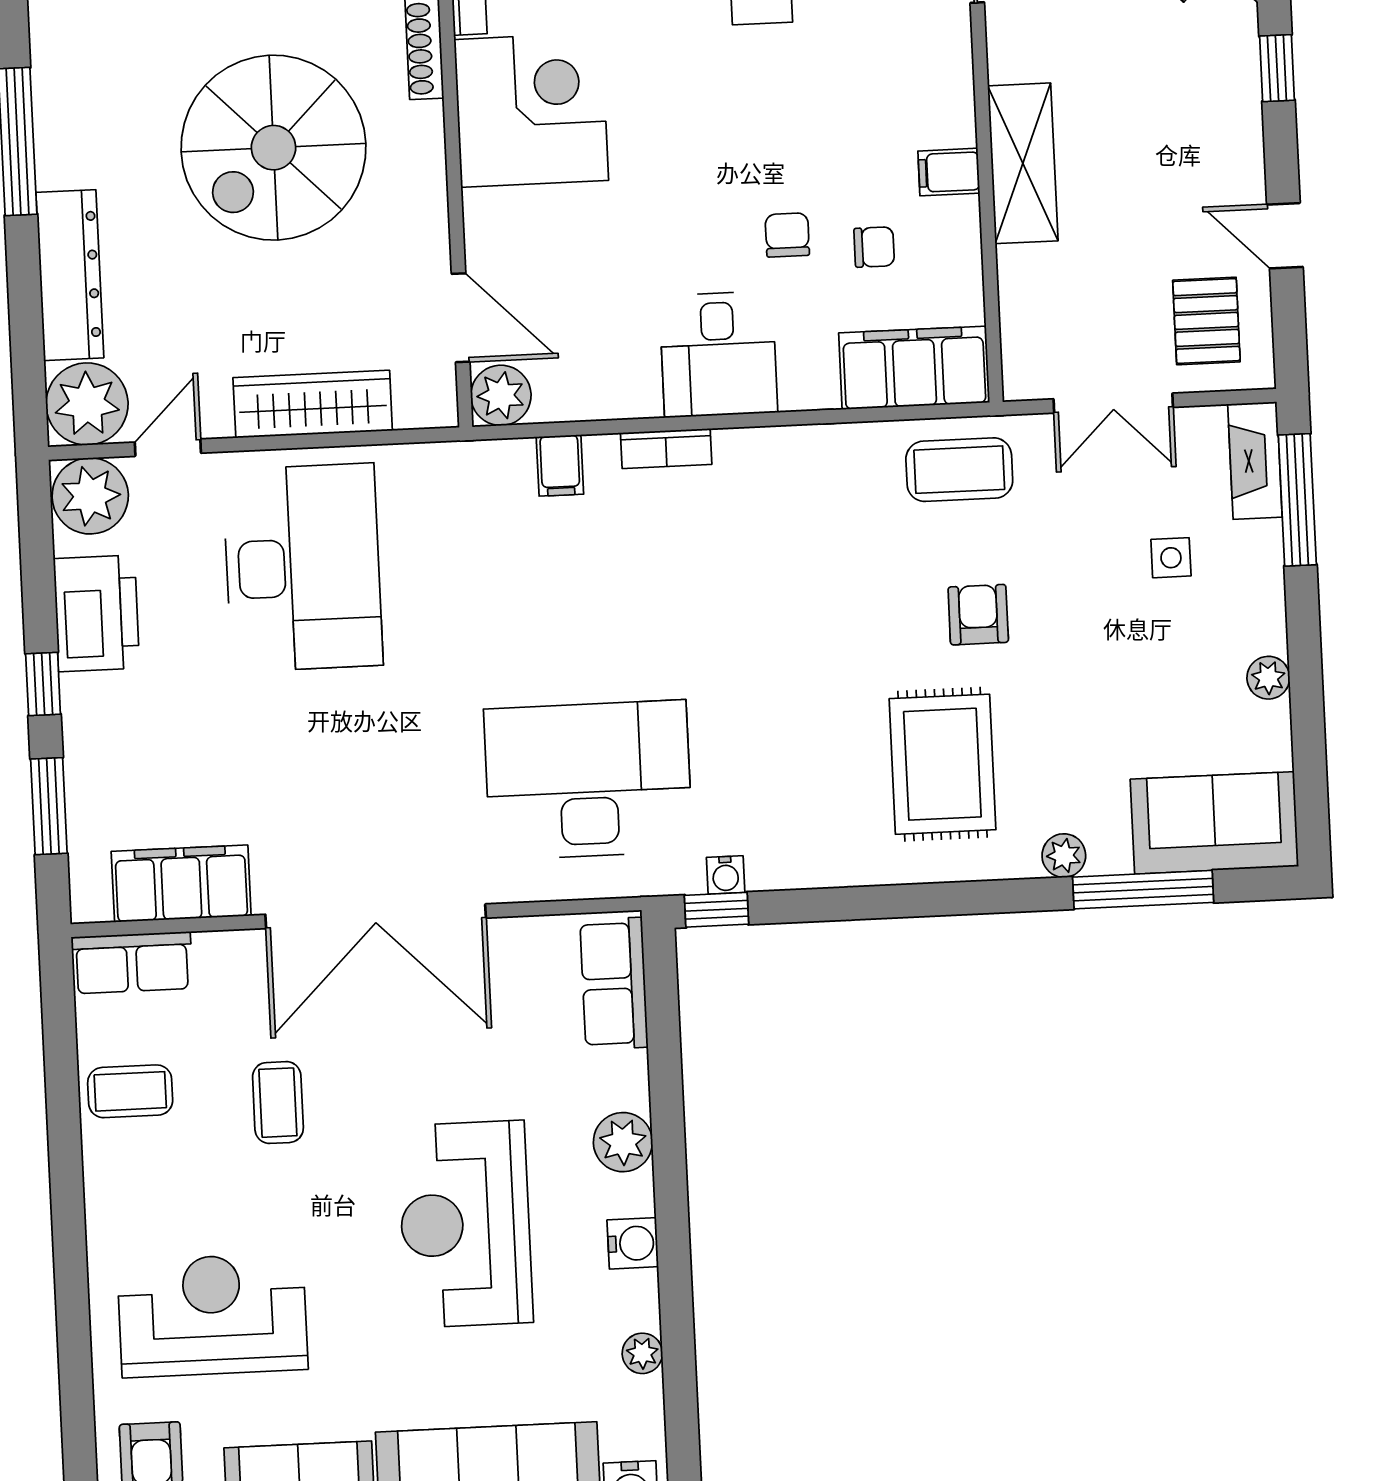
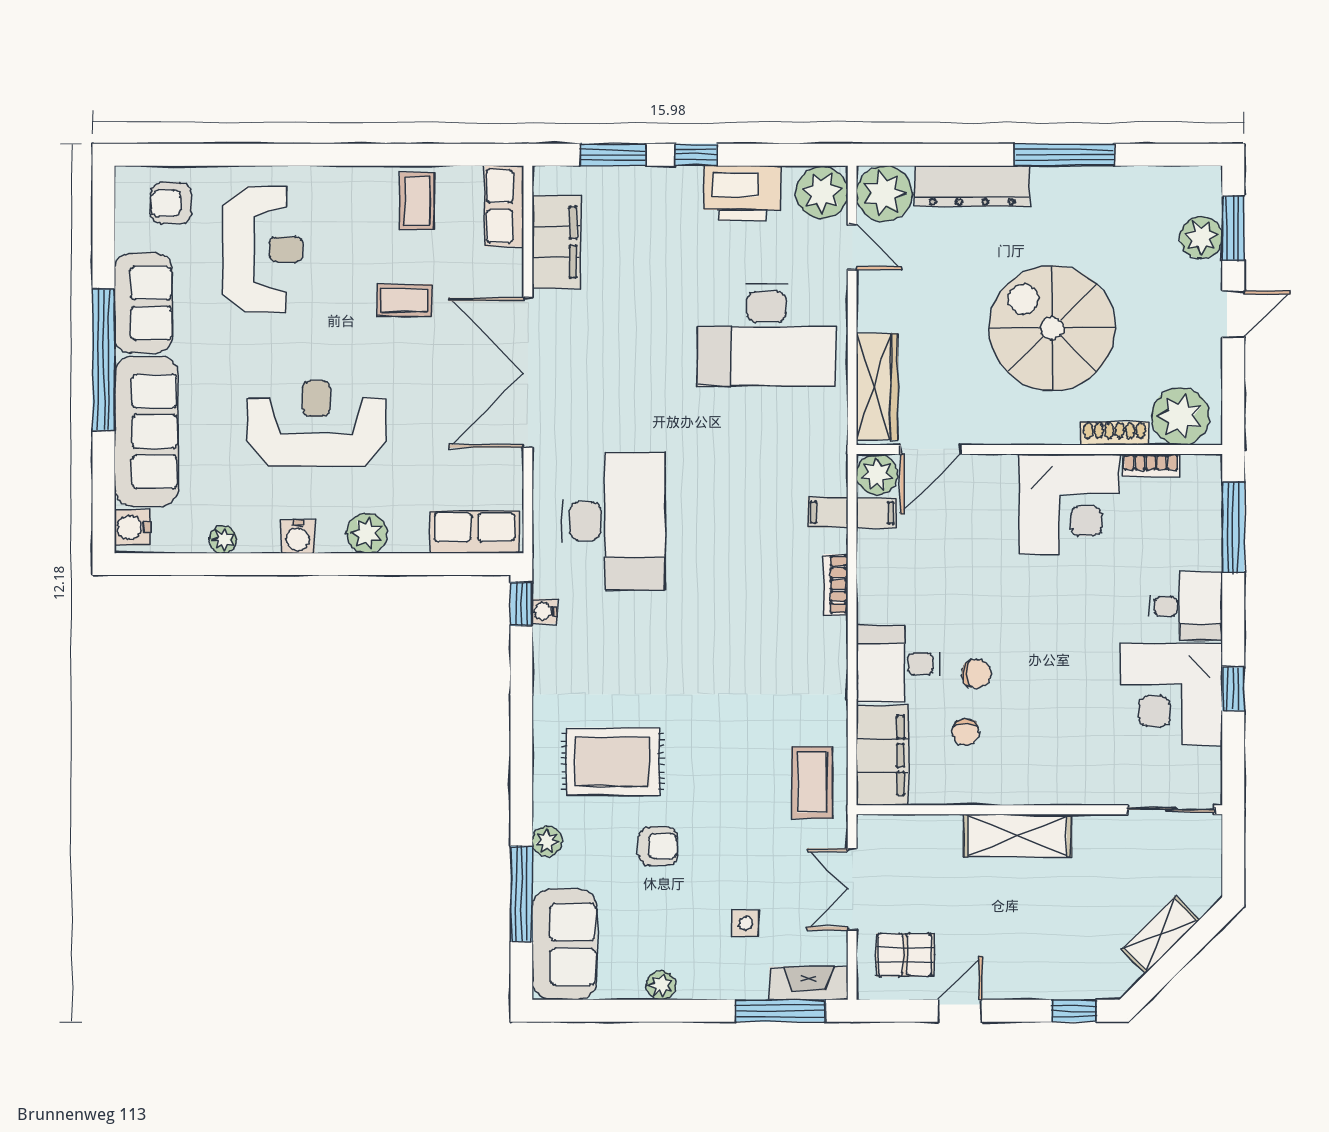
filing cabinet: (949, 172) -> (877, 513), moved, turned 90
desk: (718, 354) -> (898, 664), moved
wardrobe: (313, 404) -> (877, 387), moved
armchair: (978, 615) -> (658, 846), moved

